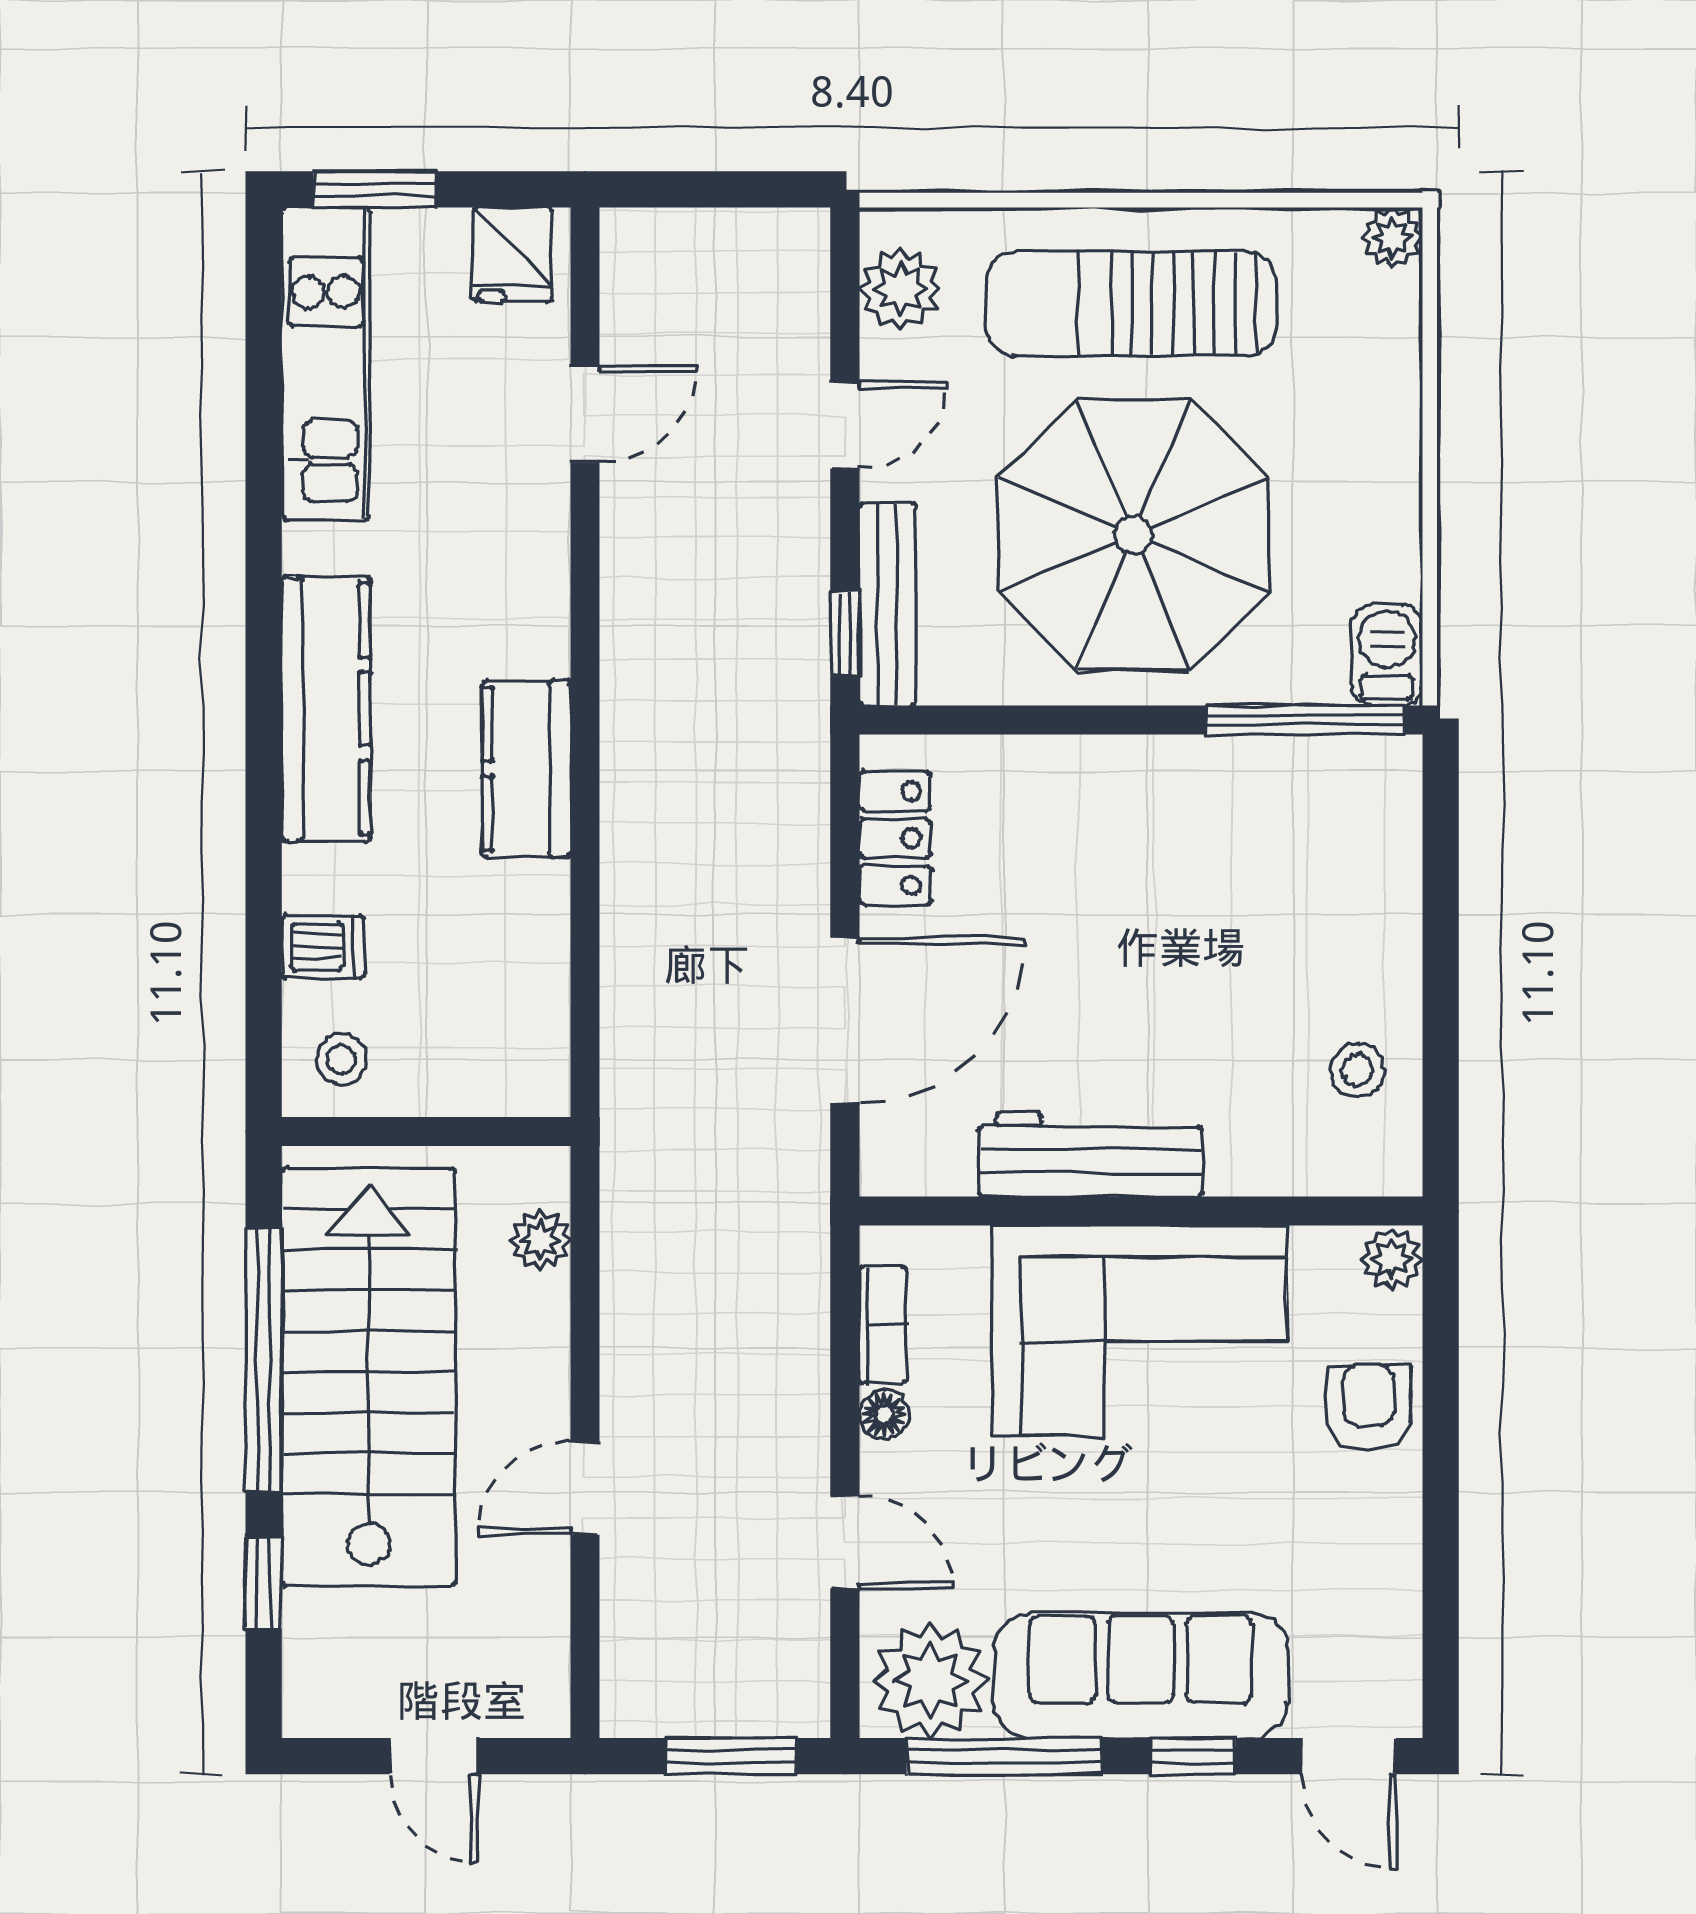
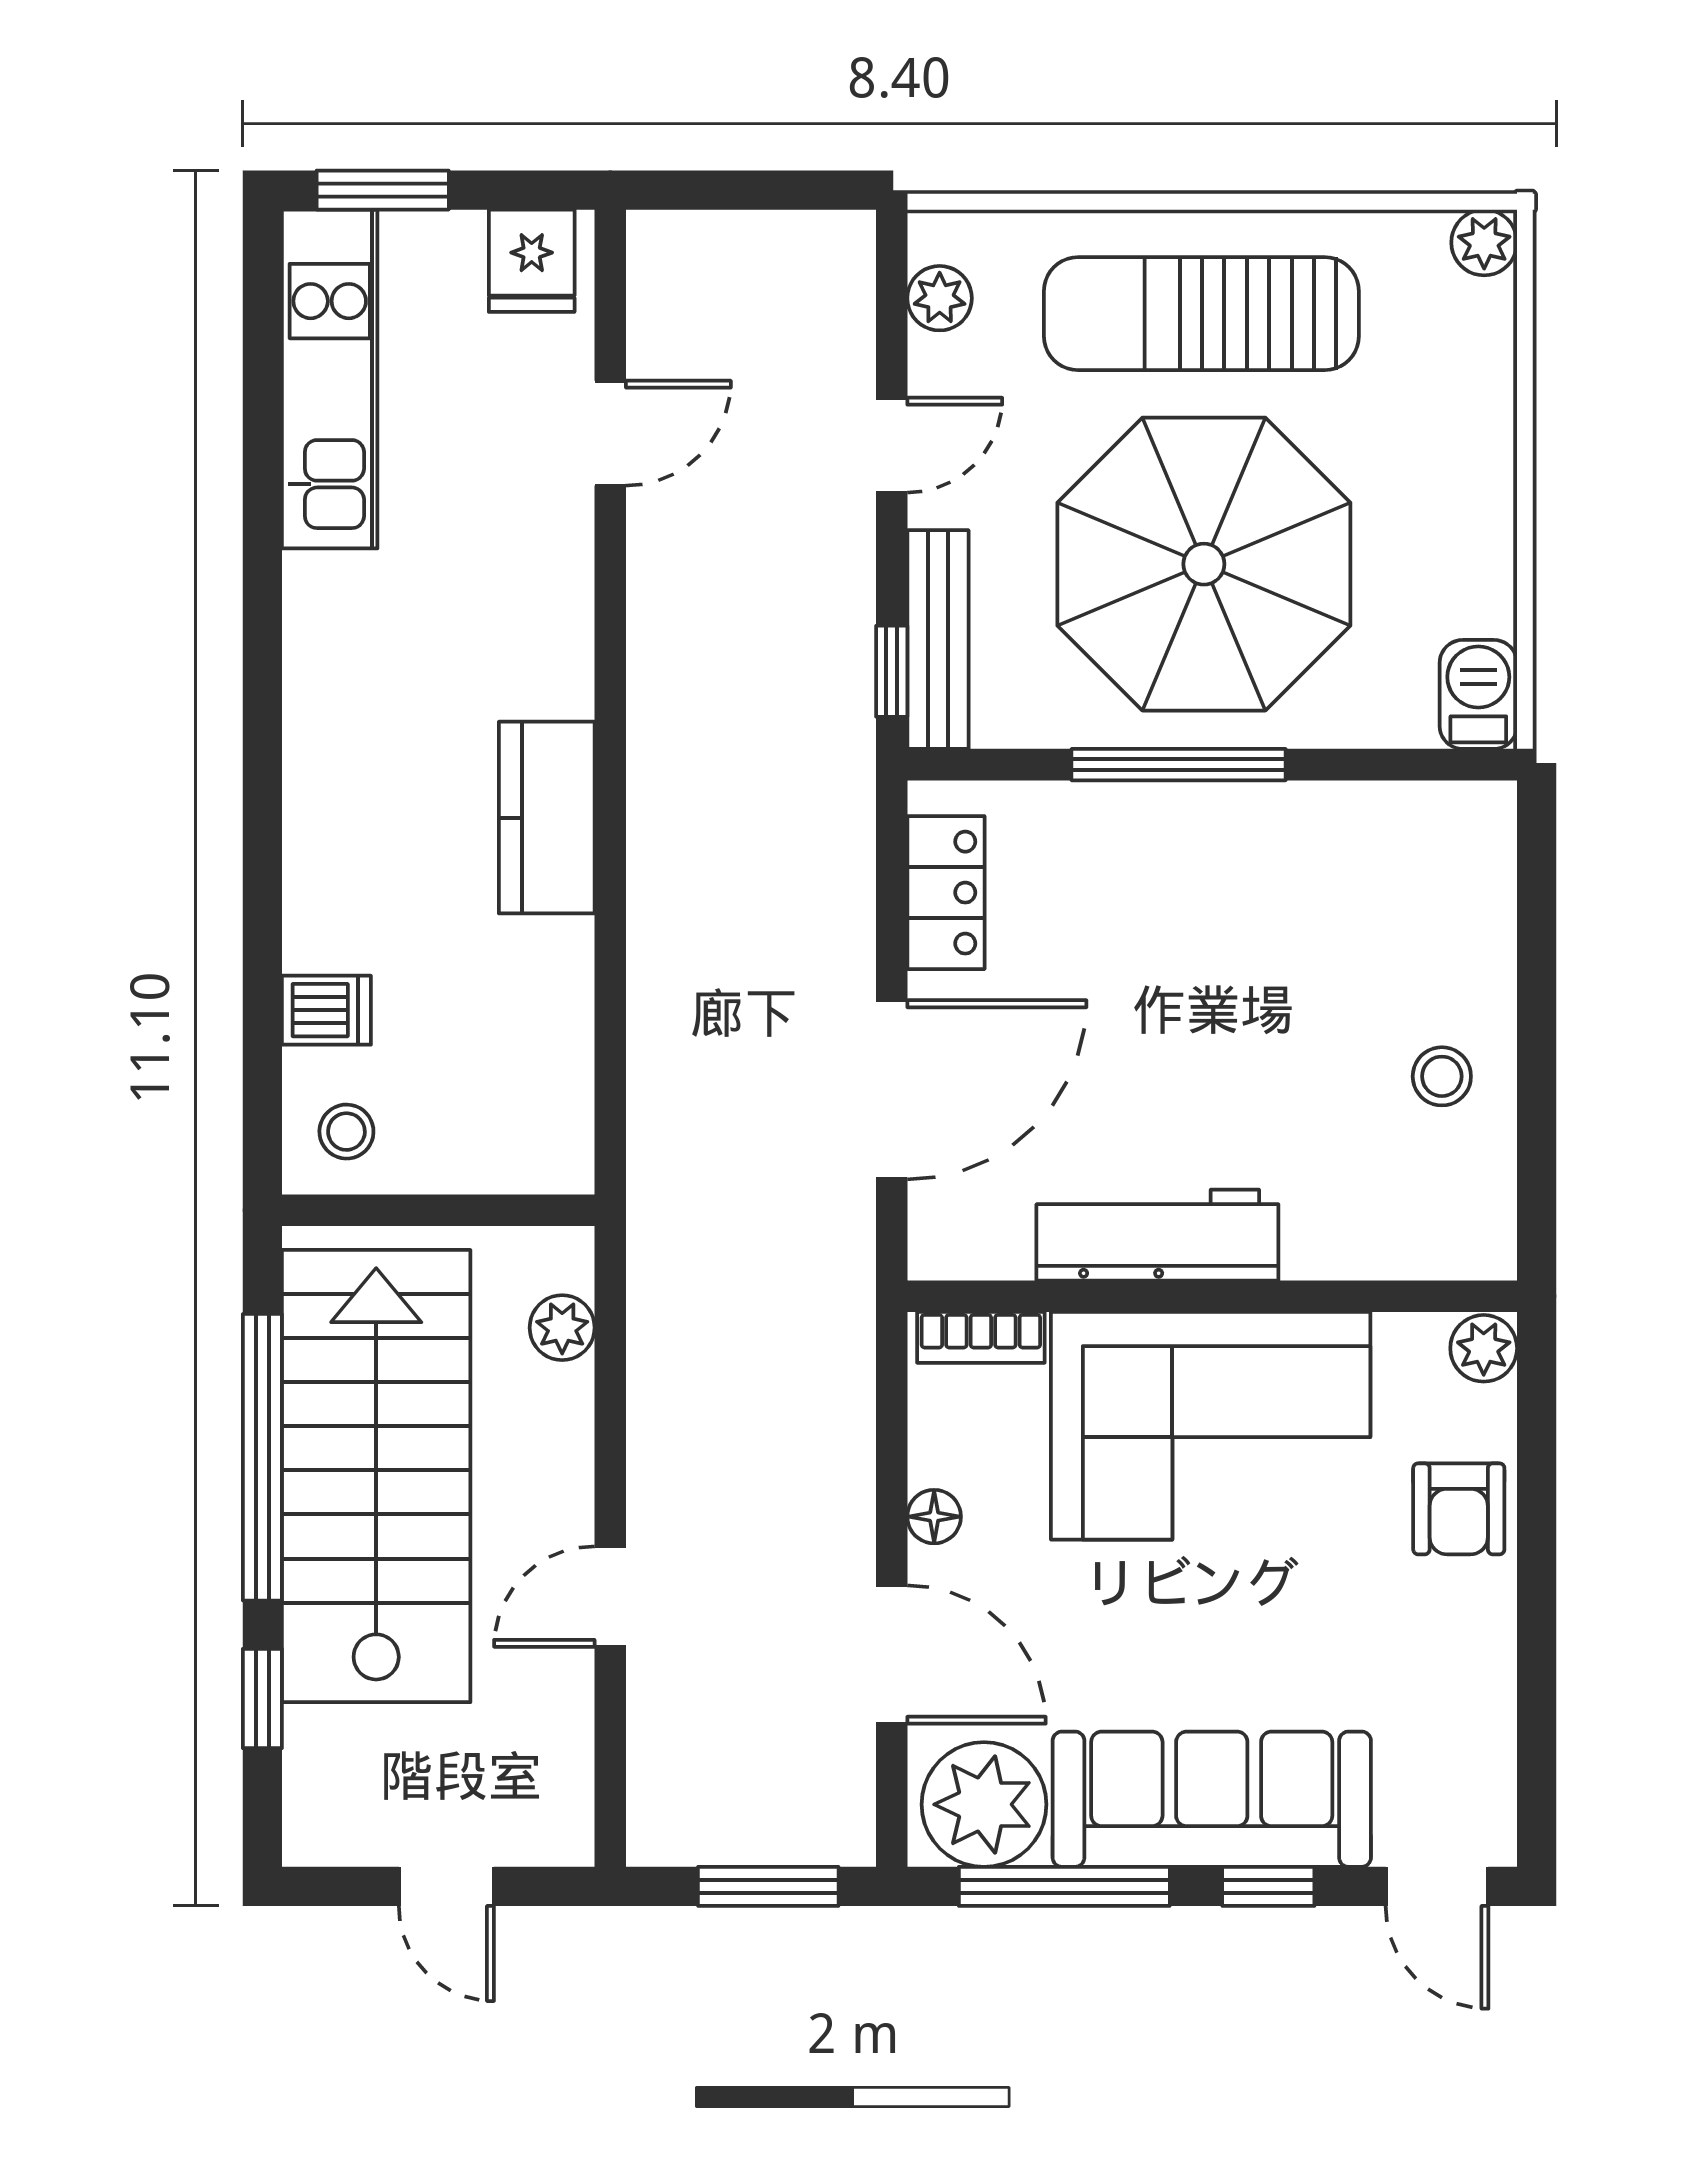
plant: (900, 289) -> (940, 298), width x0.73, depth x0.73
kitchen counter: (326, 709) -> (330, 753), removed
window: (1304, 720) -> (1179, 765), moved
stool: (1357, 1070) -> (1442, 1076), moved
bookcase: (883, 1325) -> (981, 1337), moved, turned 90
armchair: (1369, 1407) -> (1459, 1509), turned 180
door: (845, 1542) -> (892, 1655), width x1.38

